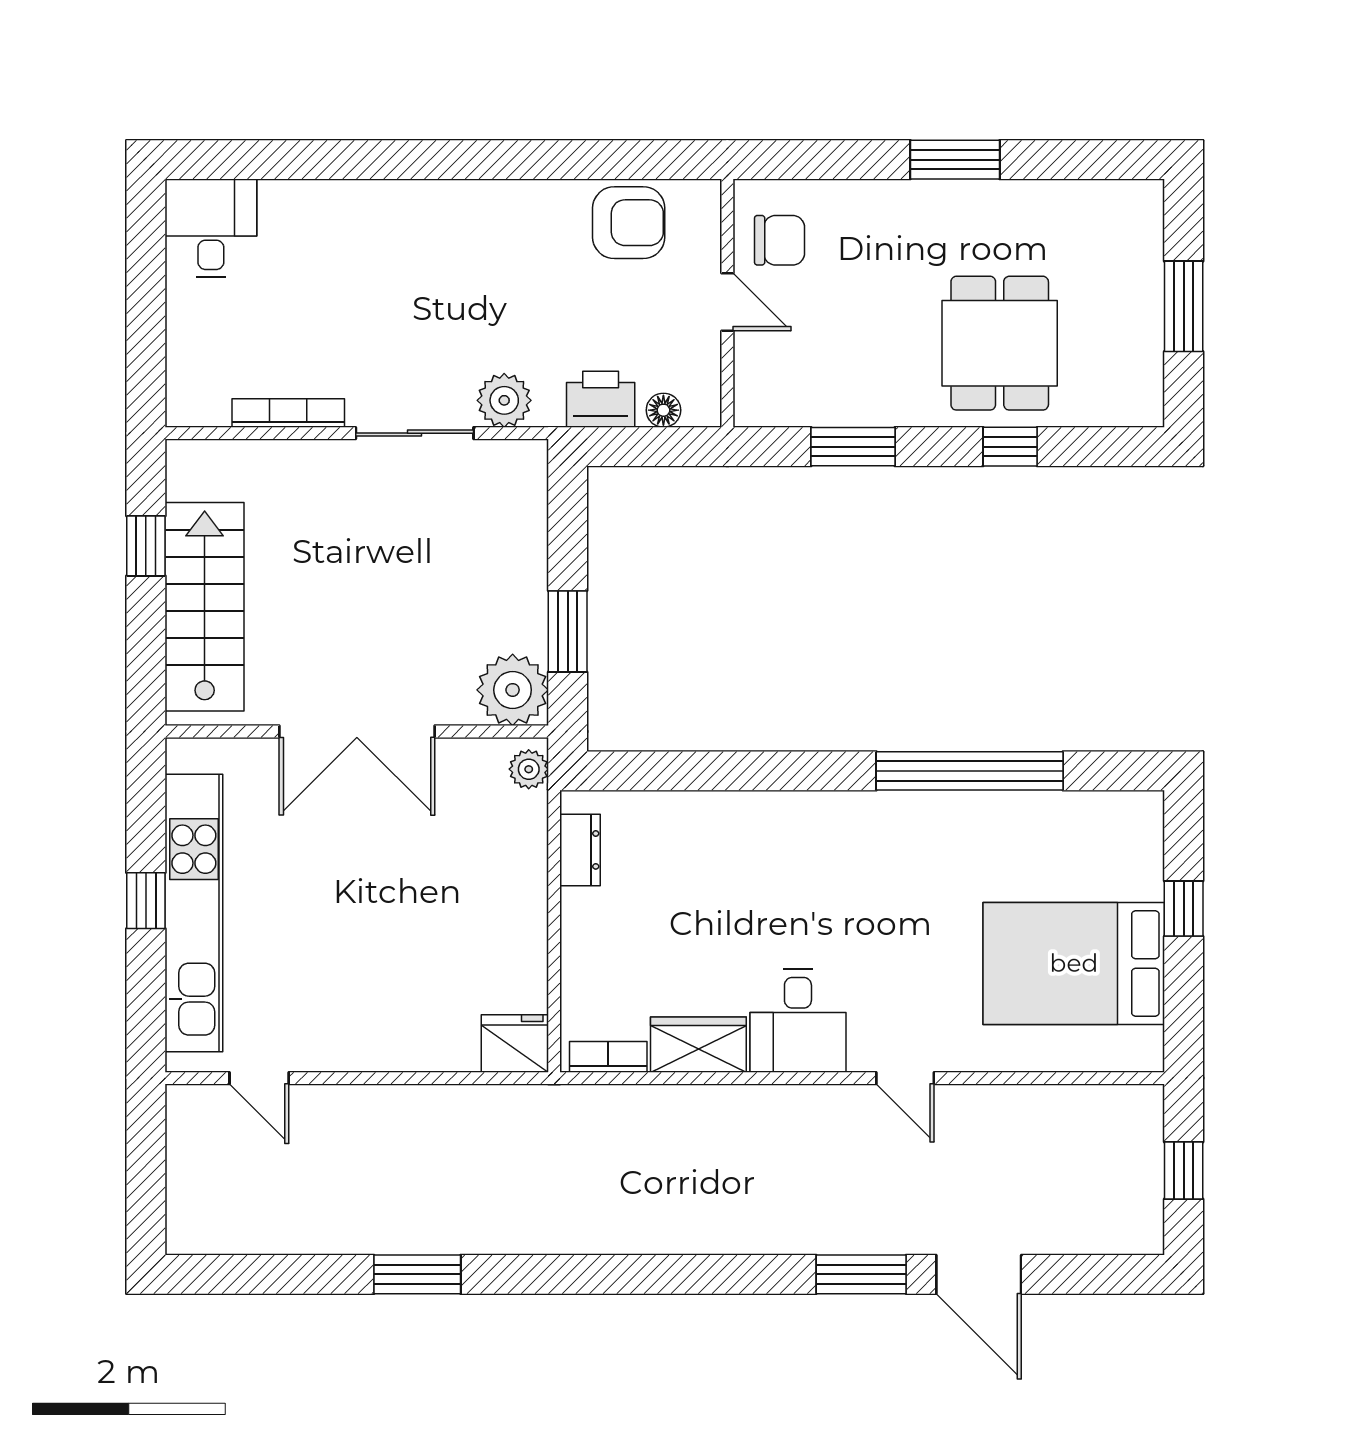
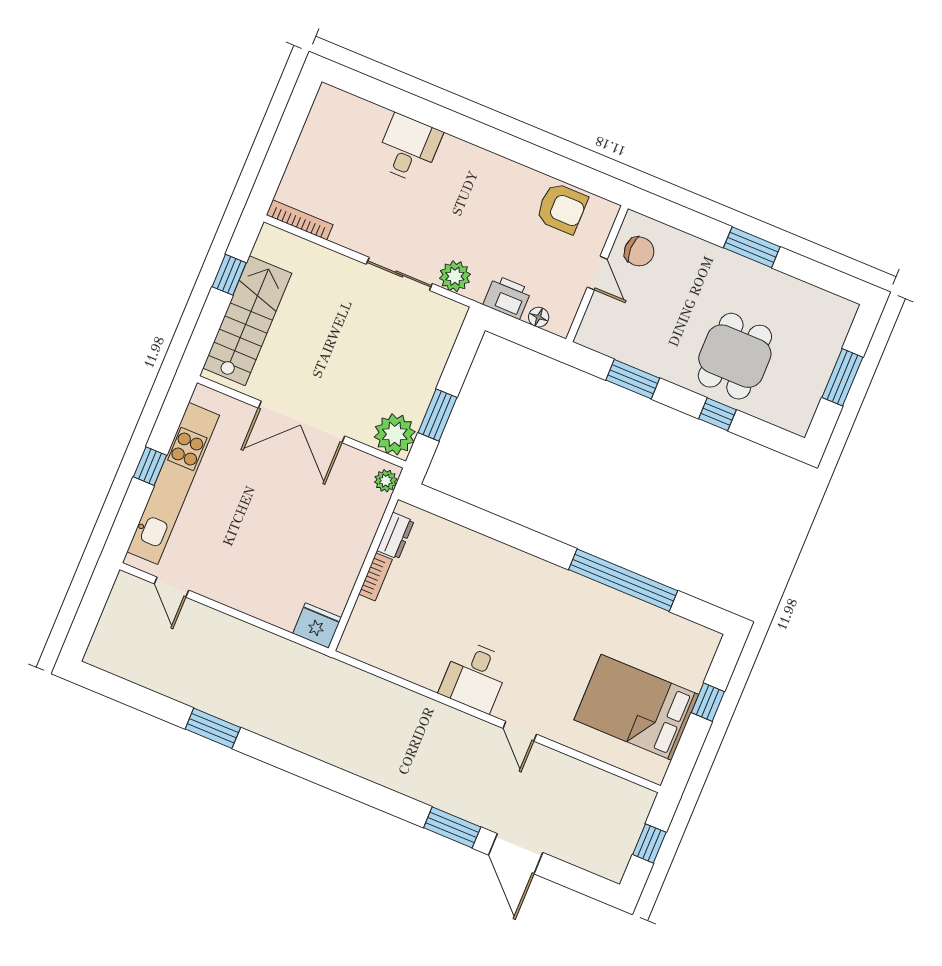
desk: (211, 228) -> (408, 148), moved
bookcase: (288, 413) -> (300, 220), moved
wardrobe: (698, 1045) -> (416, 667), removed
bookcase: (608, 1057) -> (375, 577), moved, turned 90

